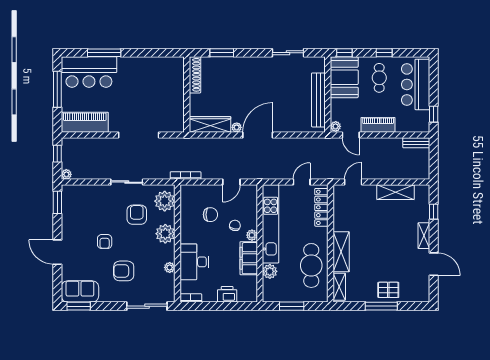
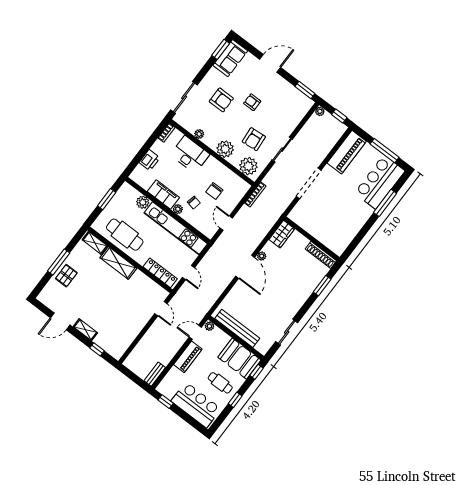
wardrobe: (210, 124) -> (282, 234), width x0.67
shelving: (395, 192) -> (131, 333), removed
armchair: (137, 215) -> (254, 139), turned 85
armchair: (124, 271) -> (221, 100), turned 90

